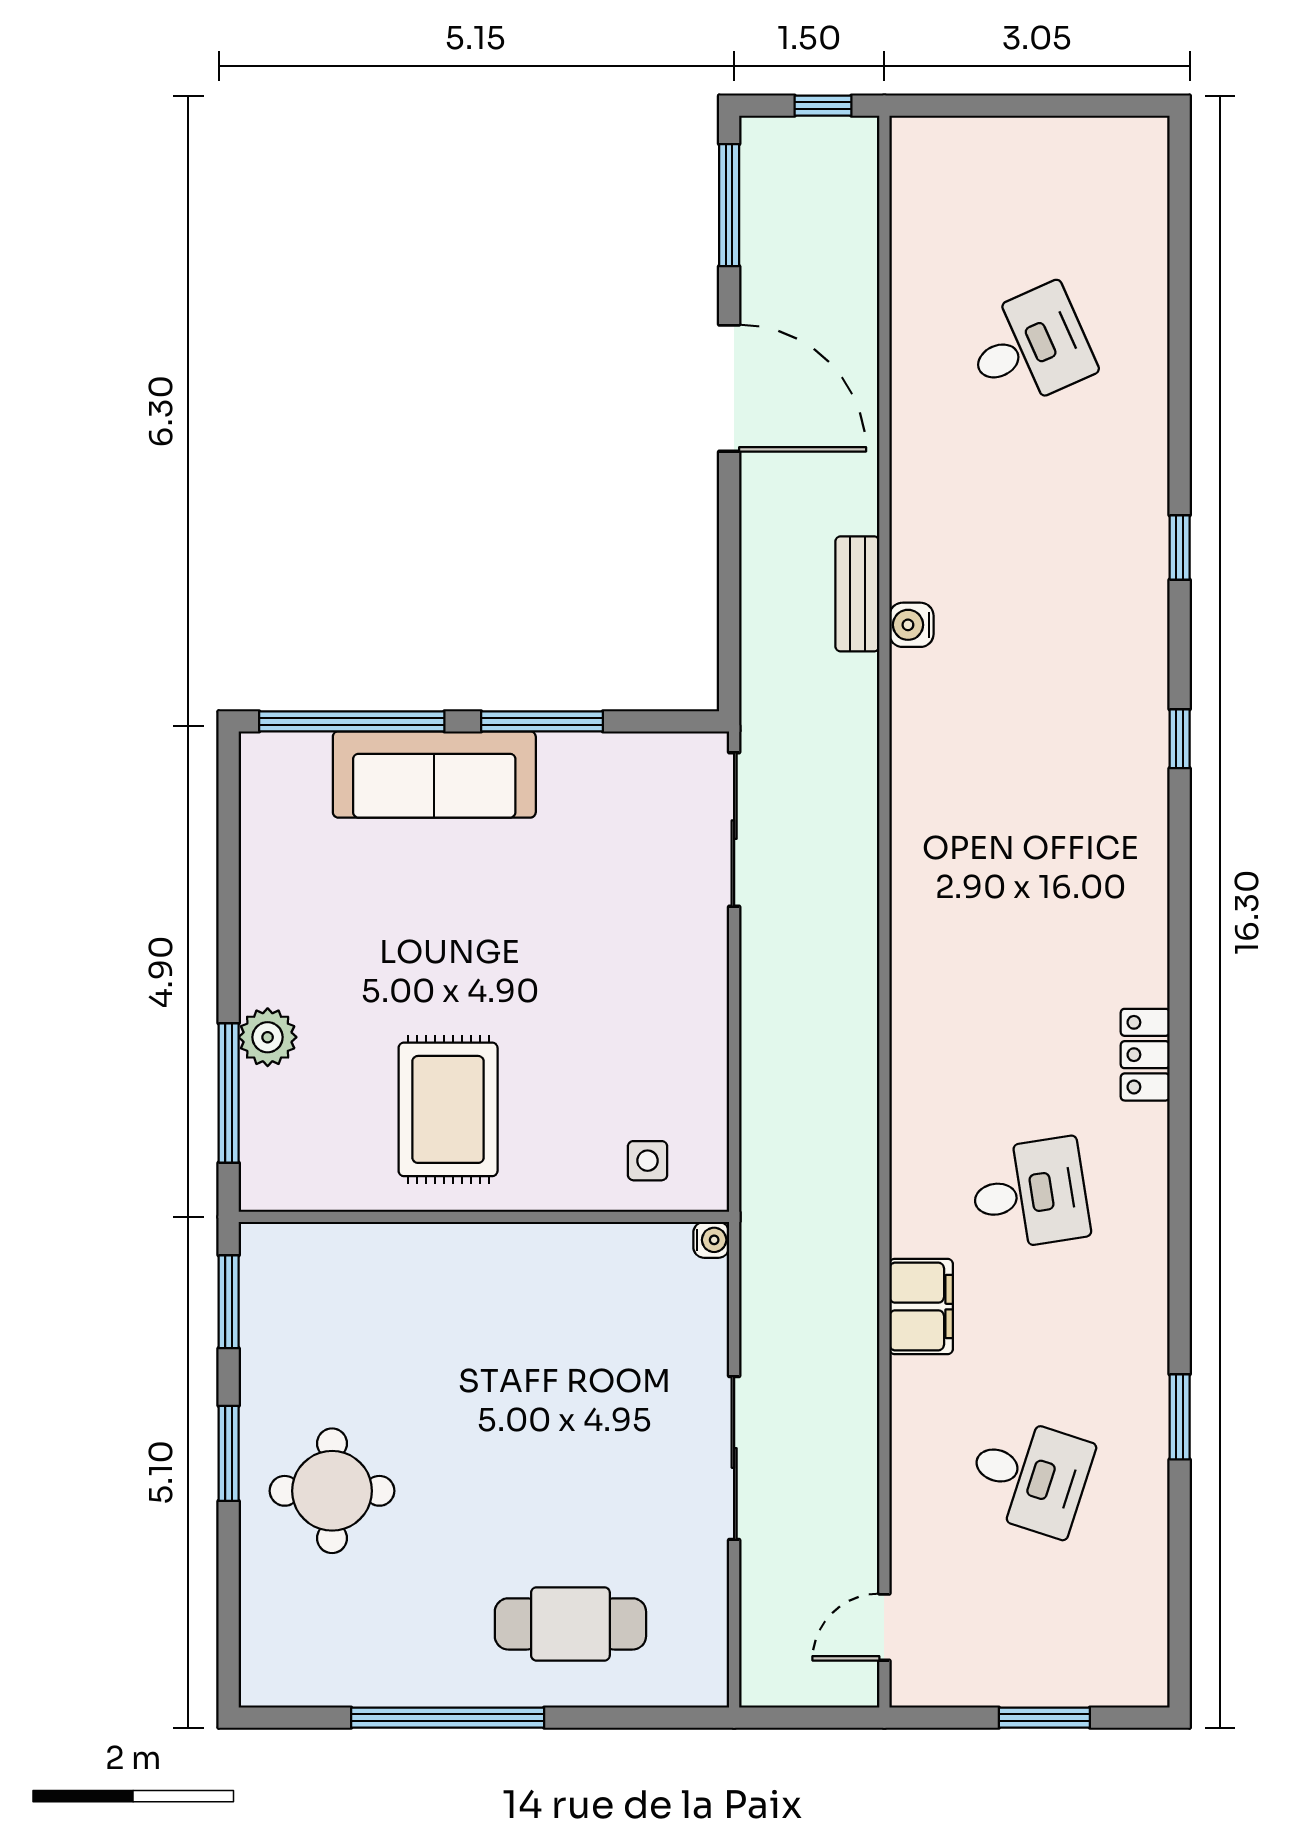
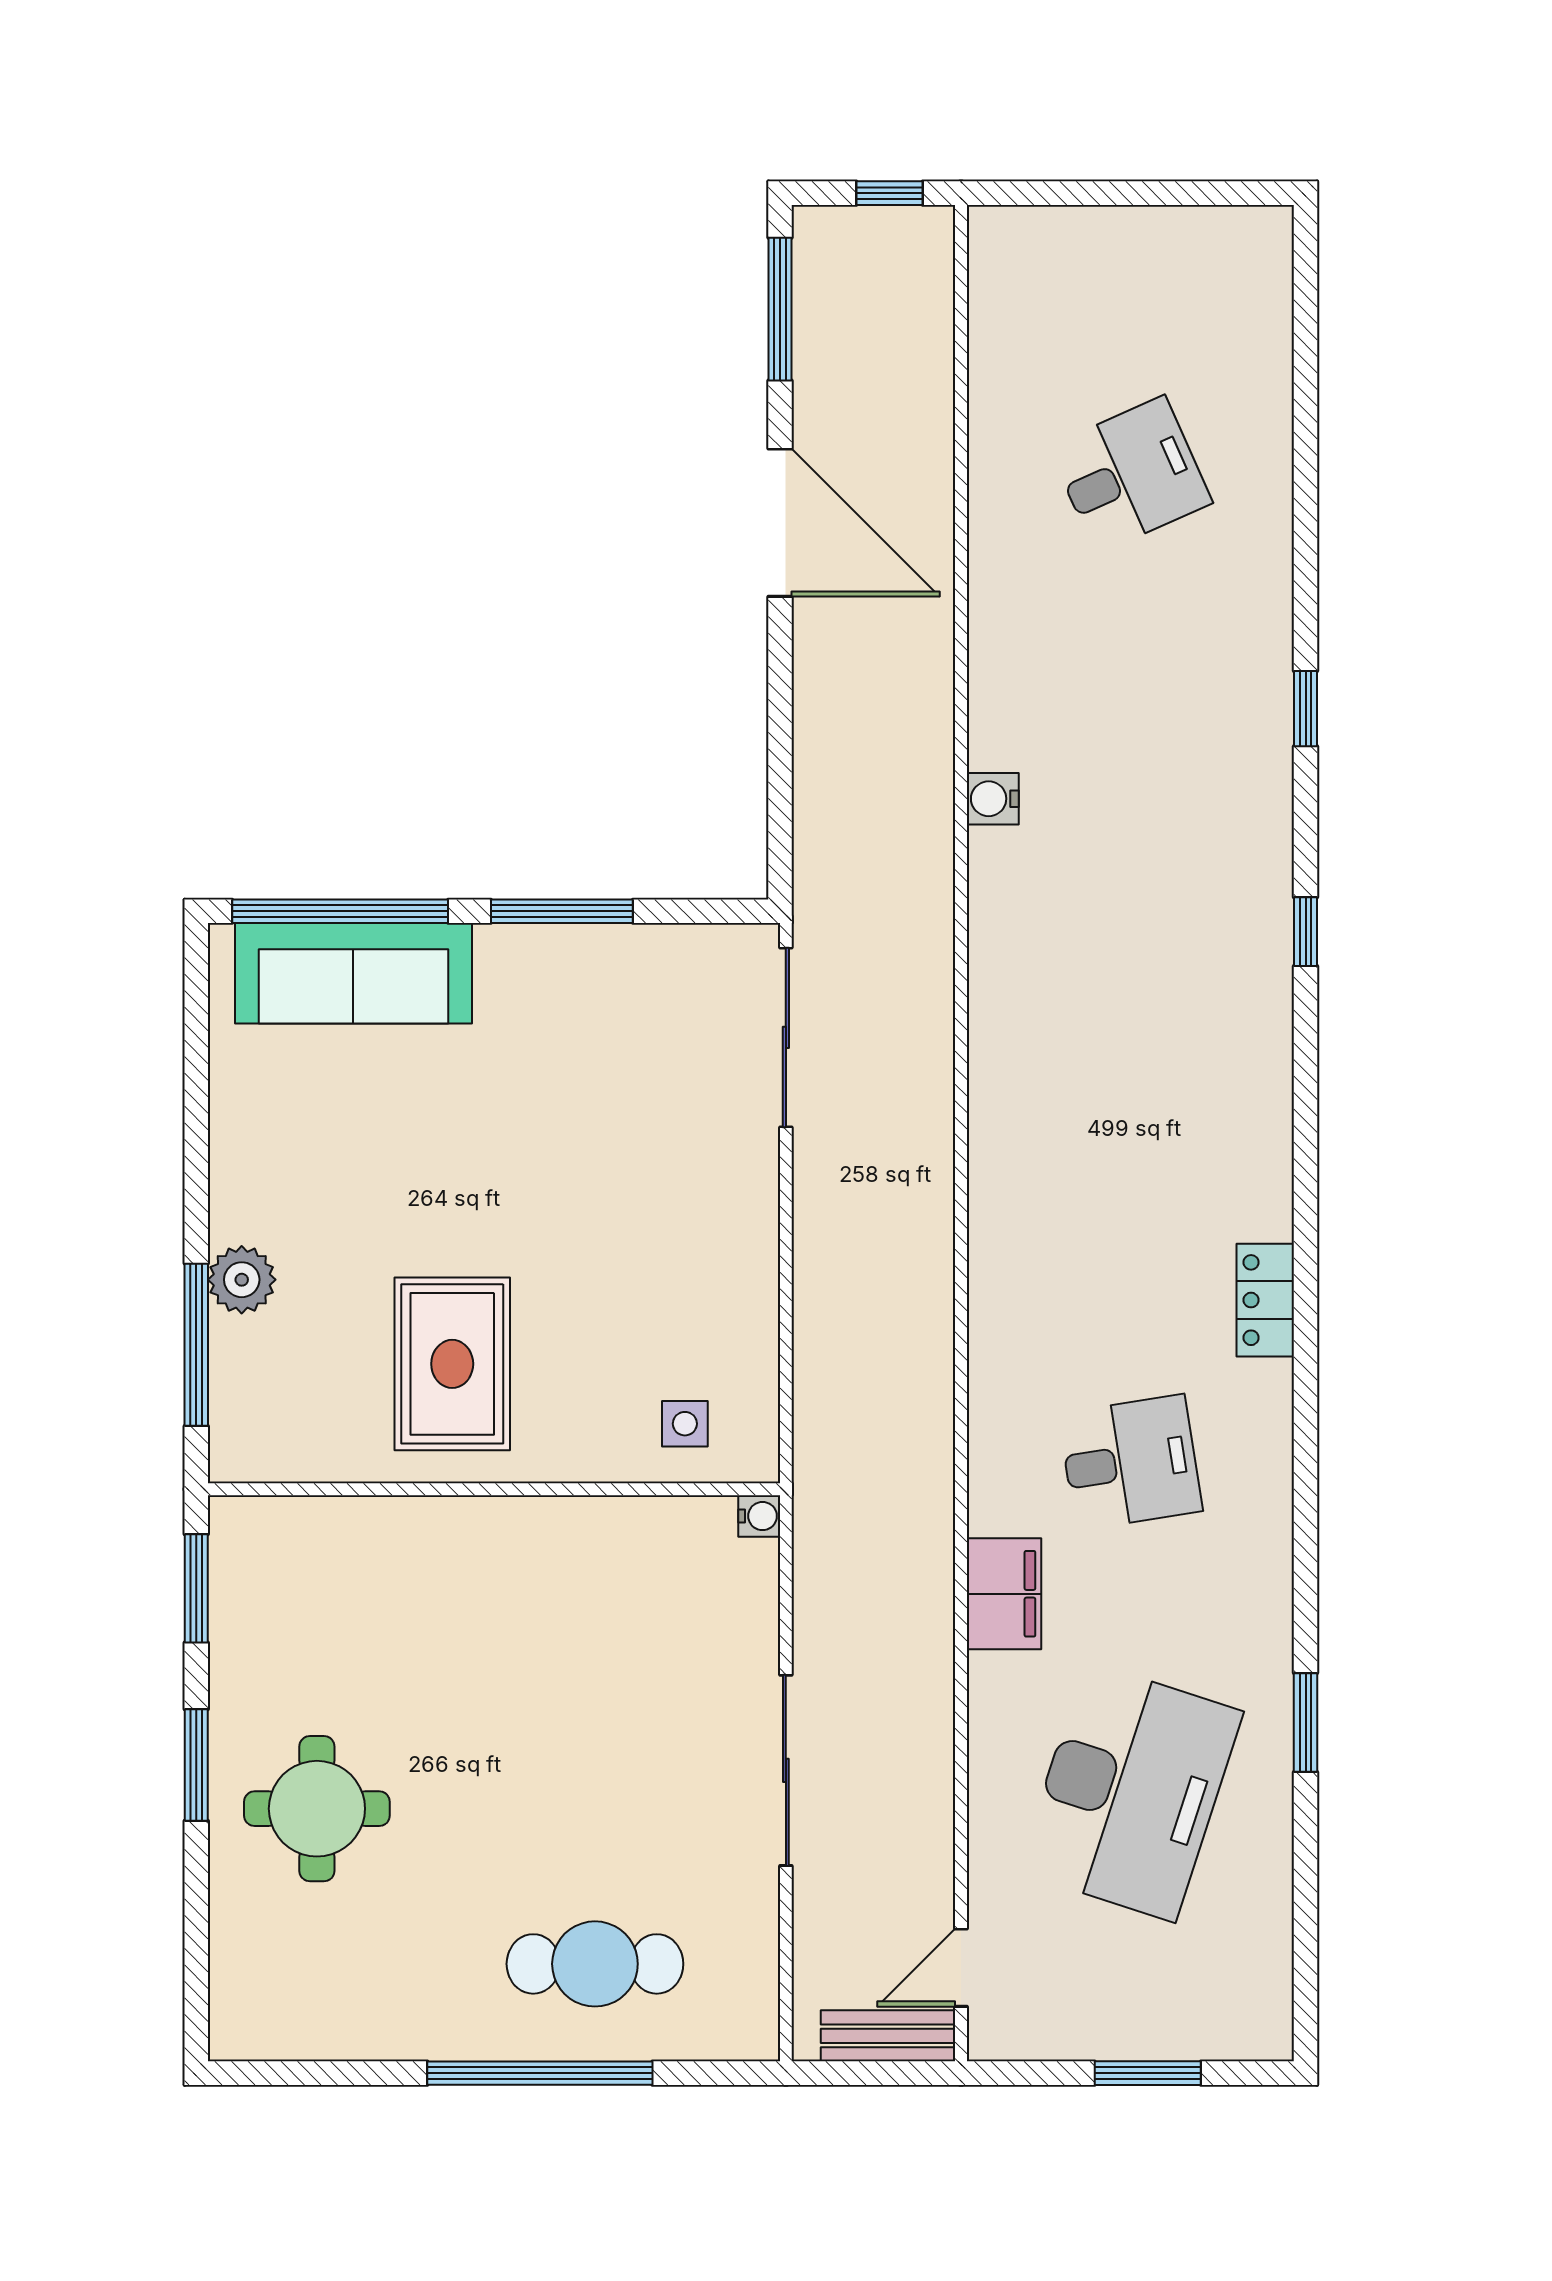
bench: (857, 594) -> (888, 2036), moved, turned 90
sofa: (434, 774) -> (353, 973), moved
desk: (1030, 1476) -> (1130, 1792), width x1.87, depth x1.30
window: (448, 1718) -> (540, 2073), moved

